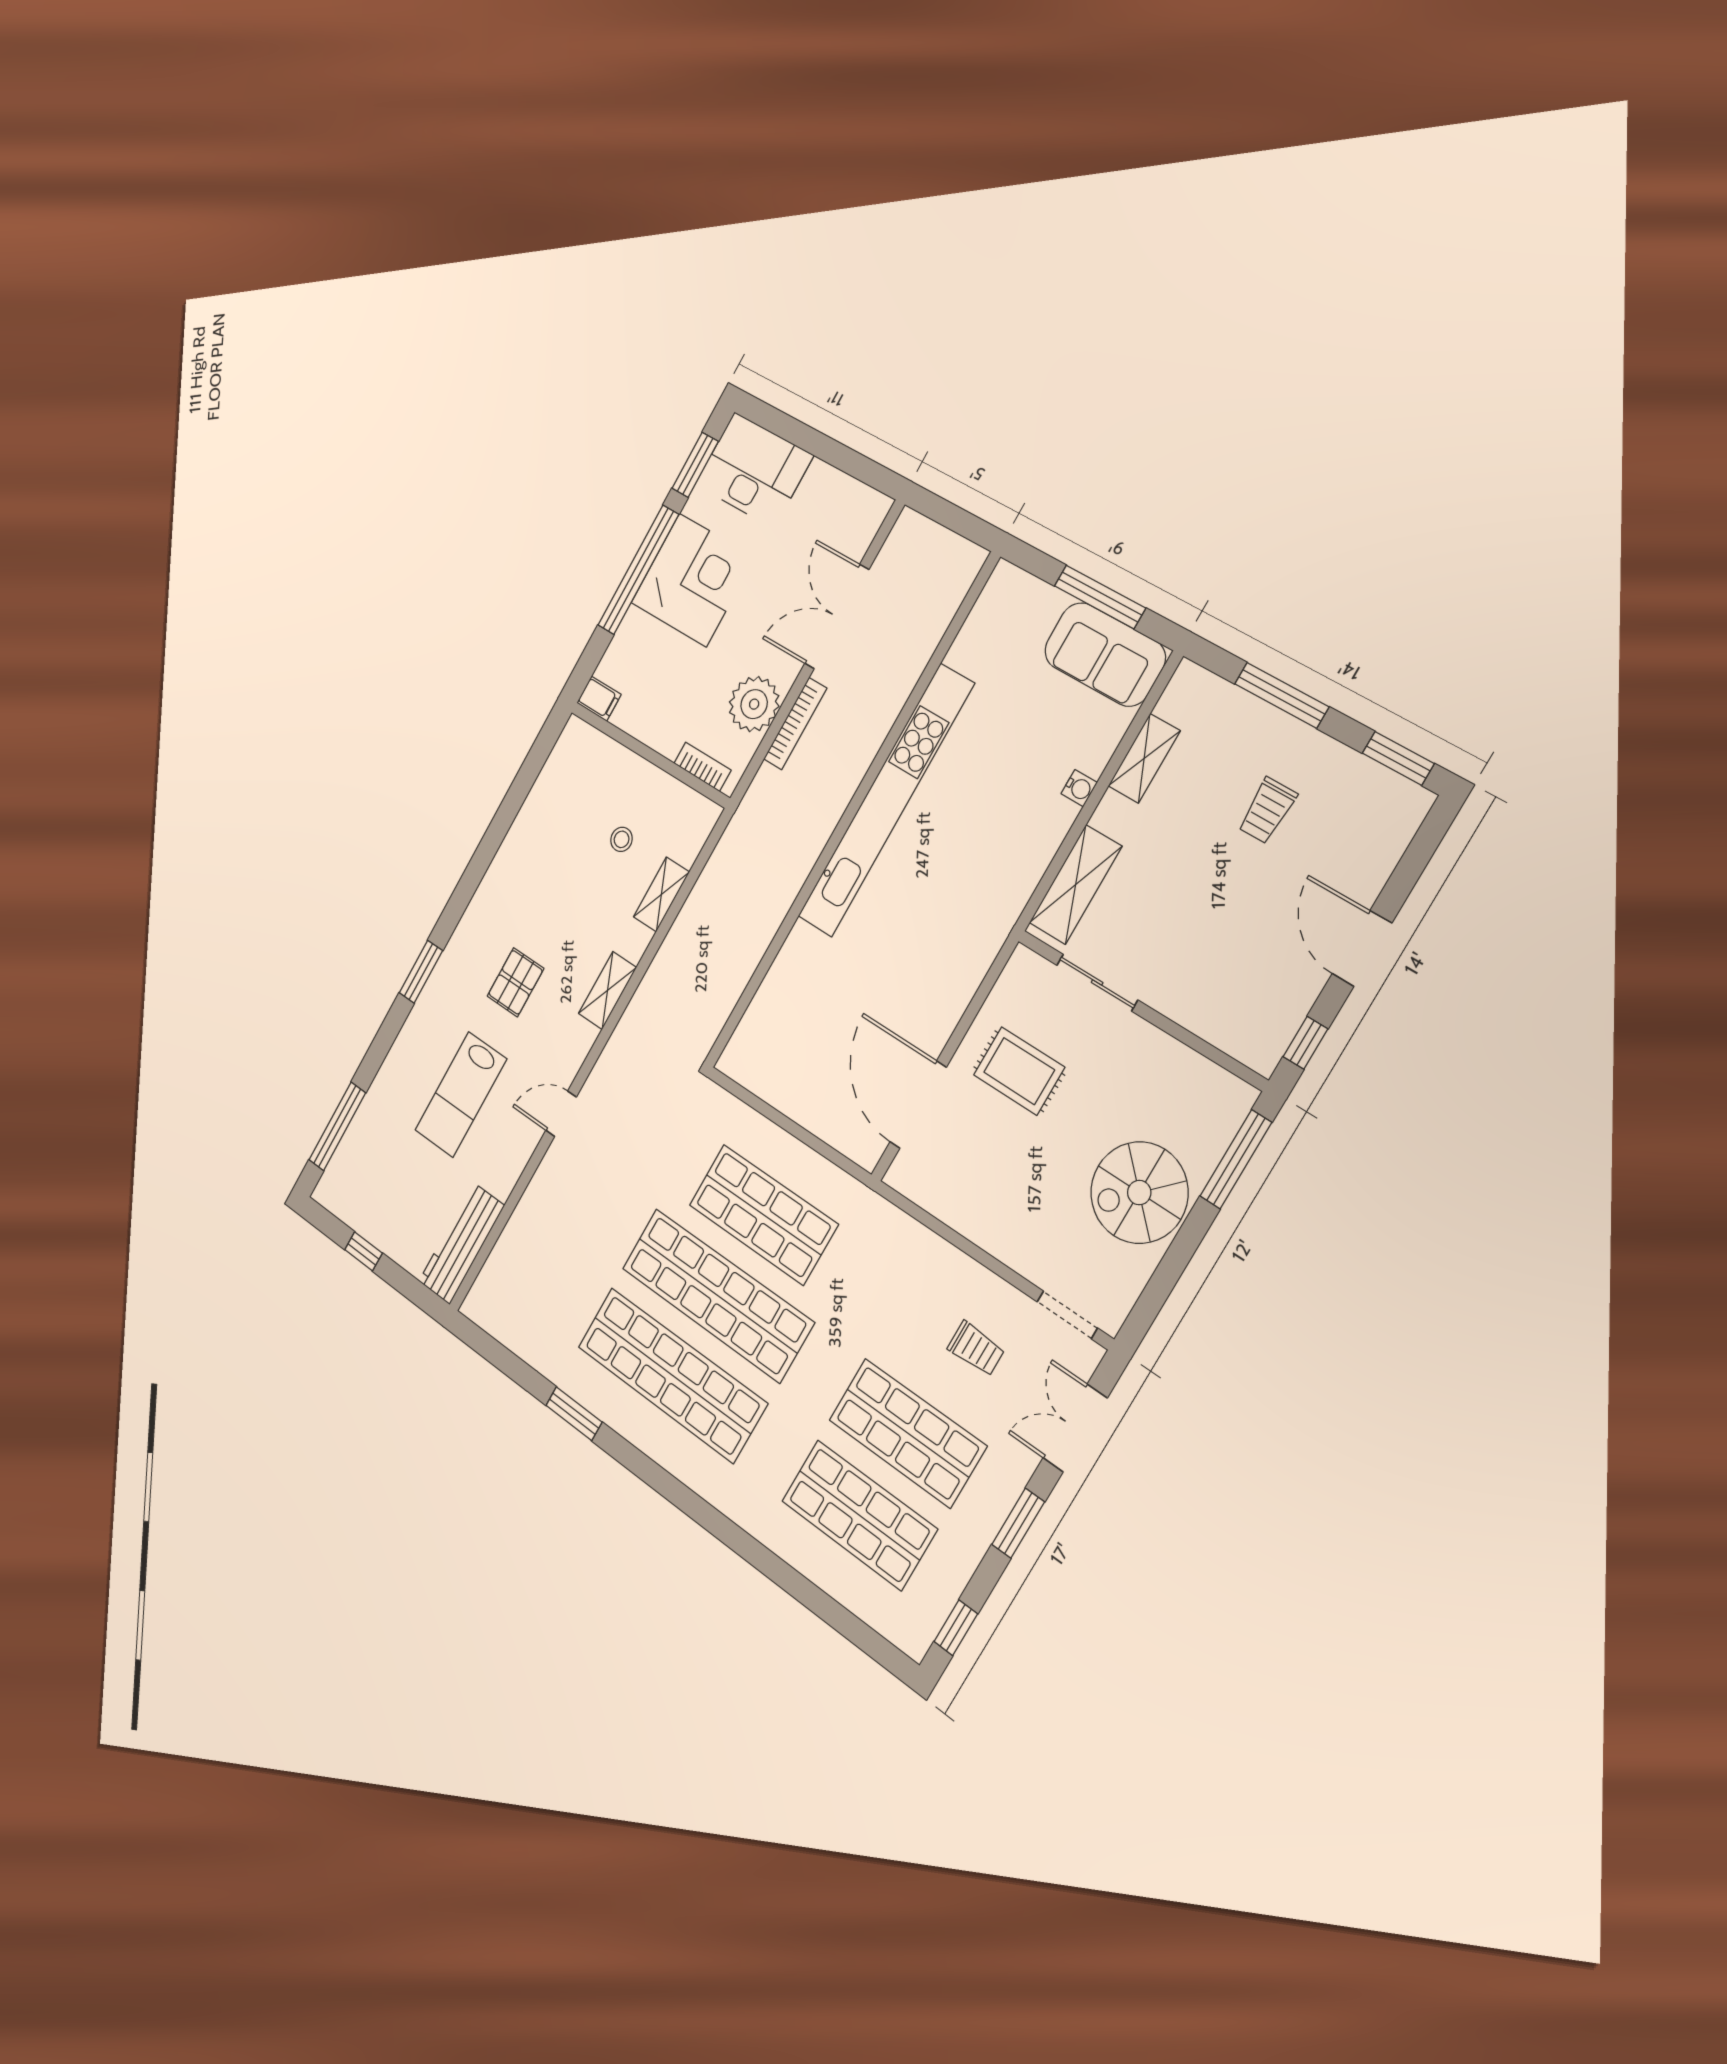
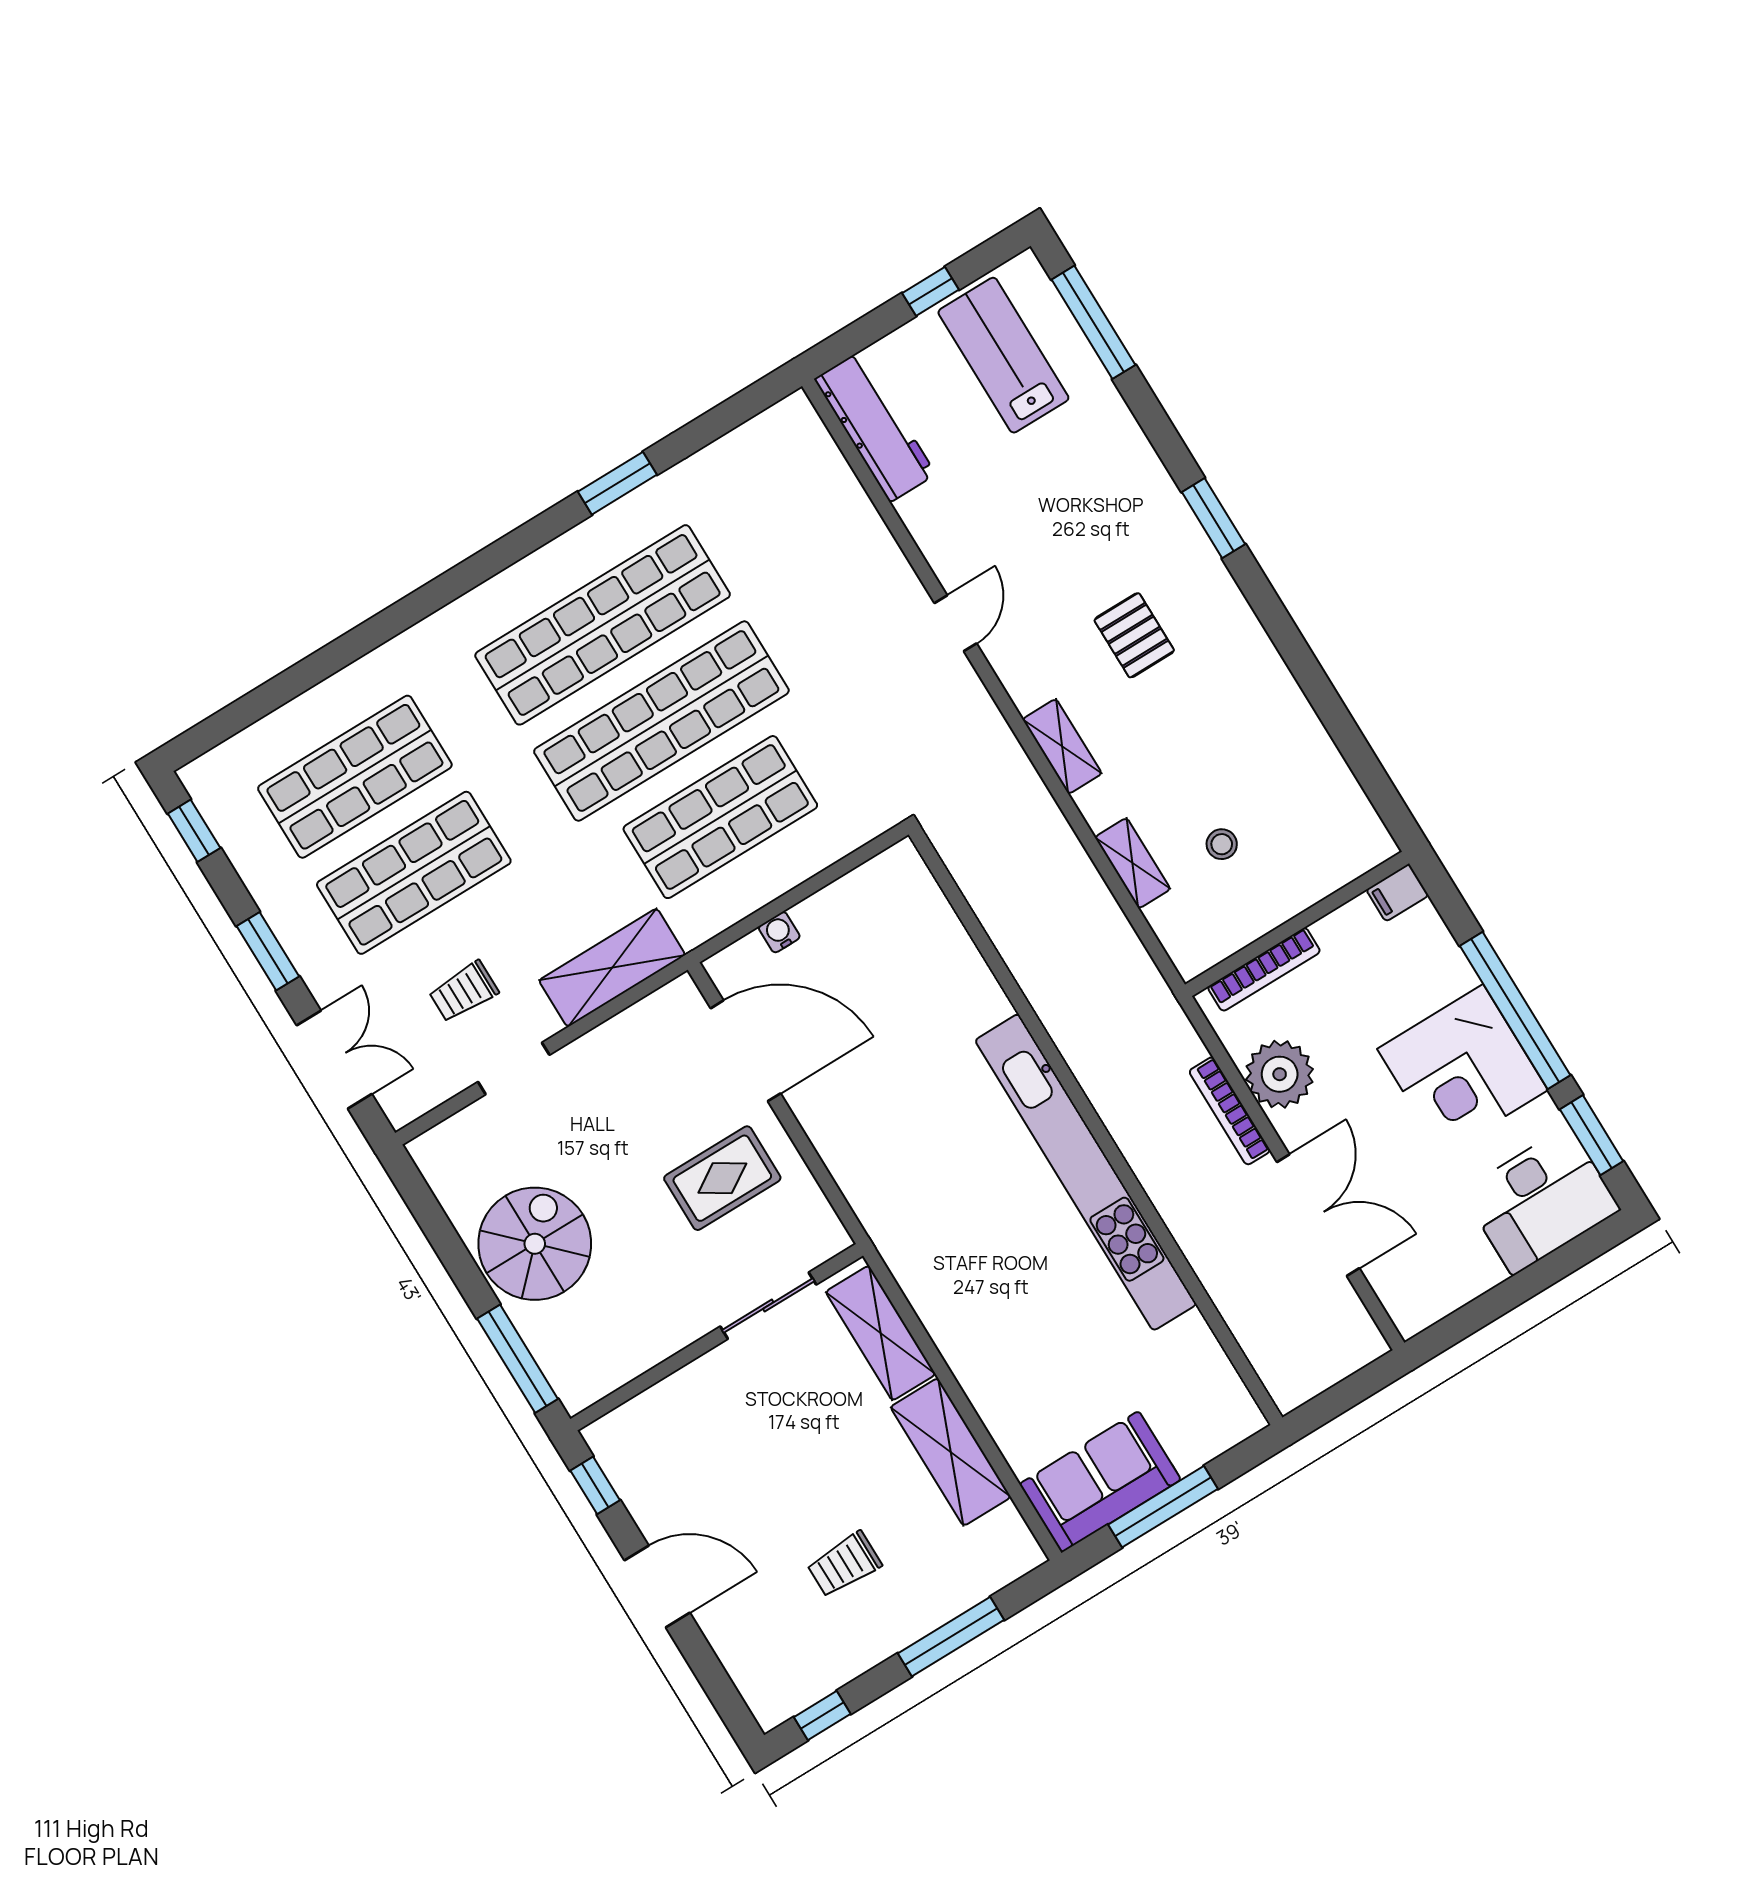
shelving: (1144, 758) -> (951, 1452), width x1.50, depth x1.33
window: (1398, 758) -> (822, 1716), width x0.67
bookcase: (702, 767) -> (1264, 969), width x1.56
water cooler: (1079, 788) -> (779, 932), moved, turned 90
trolley: (1267, 811) -> (844, 1564), turned -90
lab bench: (461, 1095) -> (1003, 355), moved
shelving: (906, 1240) -> (612, 968), added
doorway: (1067, 1315) -> (514, 1068), moved

